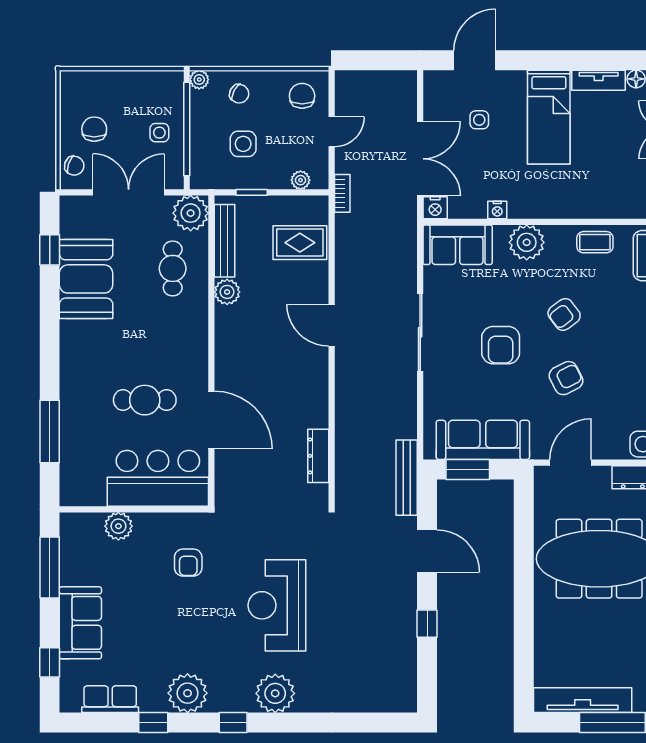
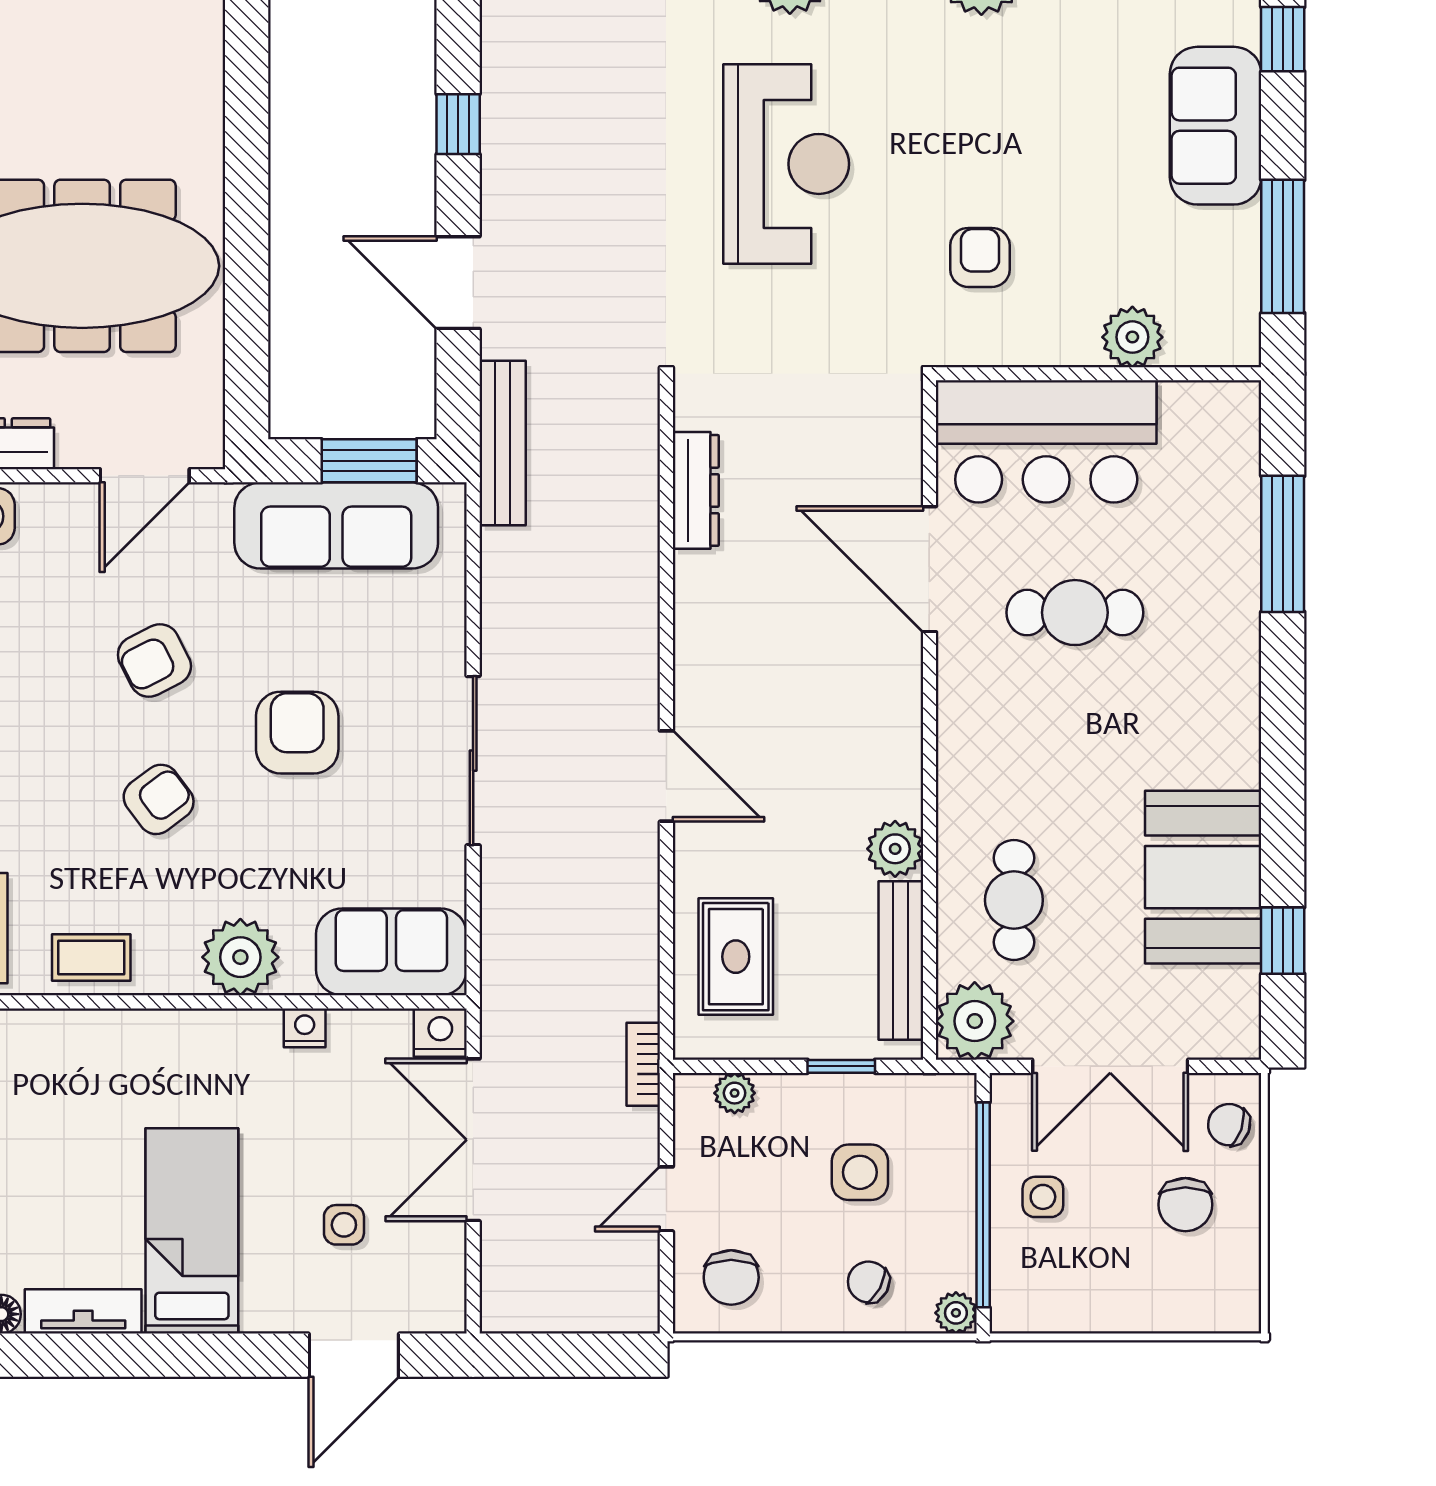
rug: (300, 243) -> (736, 957), turned 90

